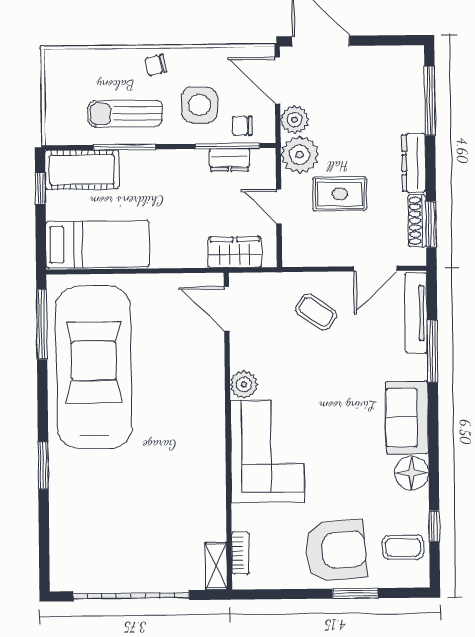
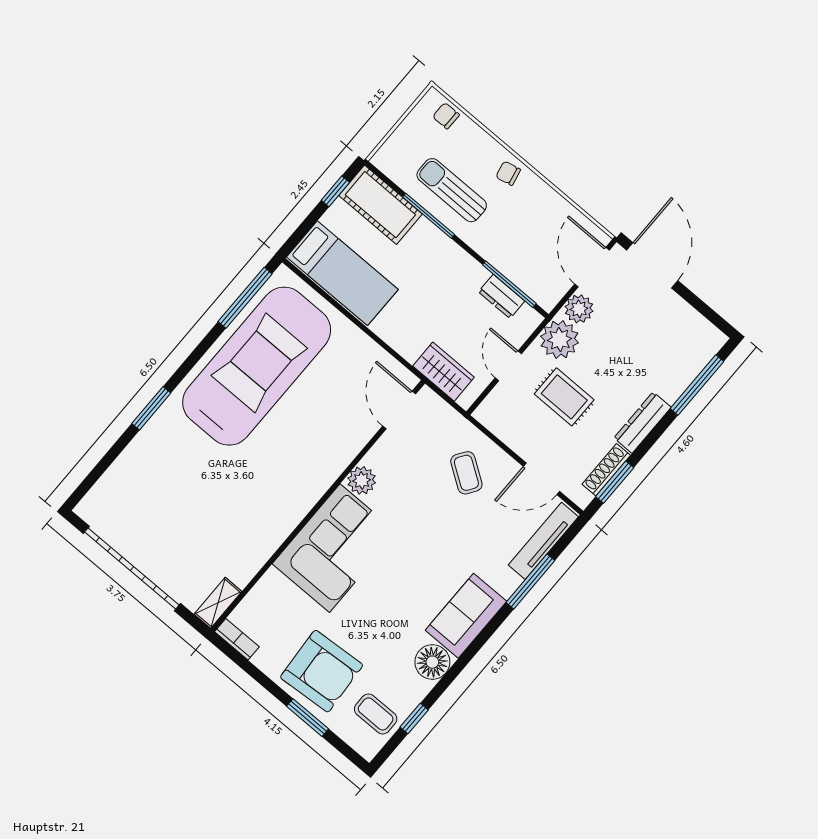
side table: (199, 105) -> (515, 233), removed
chair: (242, 126) -> (446, 116), moved
bookcase: (240, 553) -> (237, 639), moved, turned -90

